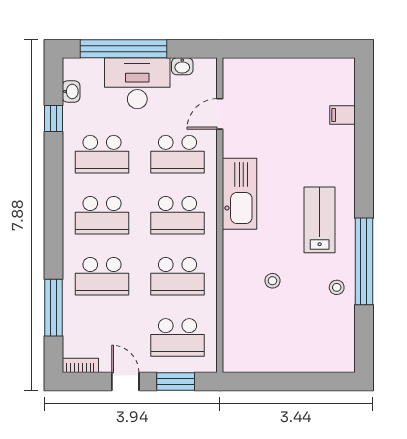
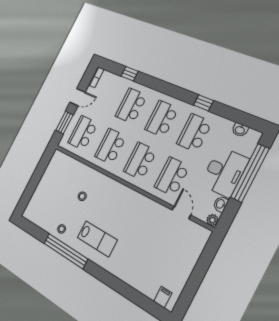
plant: (208, 66) -> (212, 220), added
filing cabinet: (342, 115) -> (163, 297), moved
window: (53, 119) -> (204, 103), moved
kitchen sink: (240, 194) -> (133, 201), removed
window: (53, 308) -> (130, 74), width x0.46

